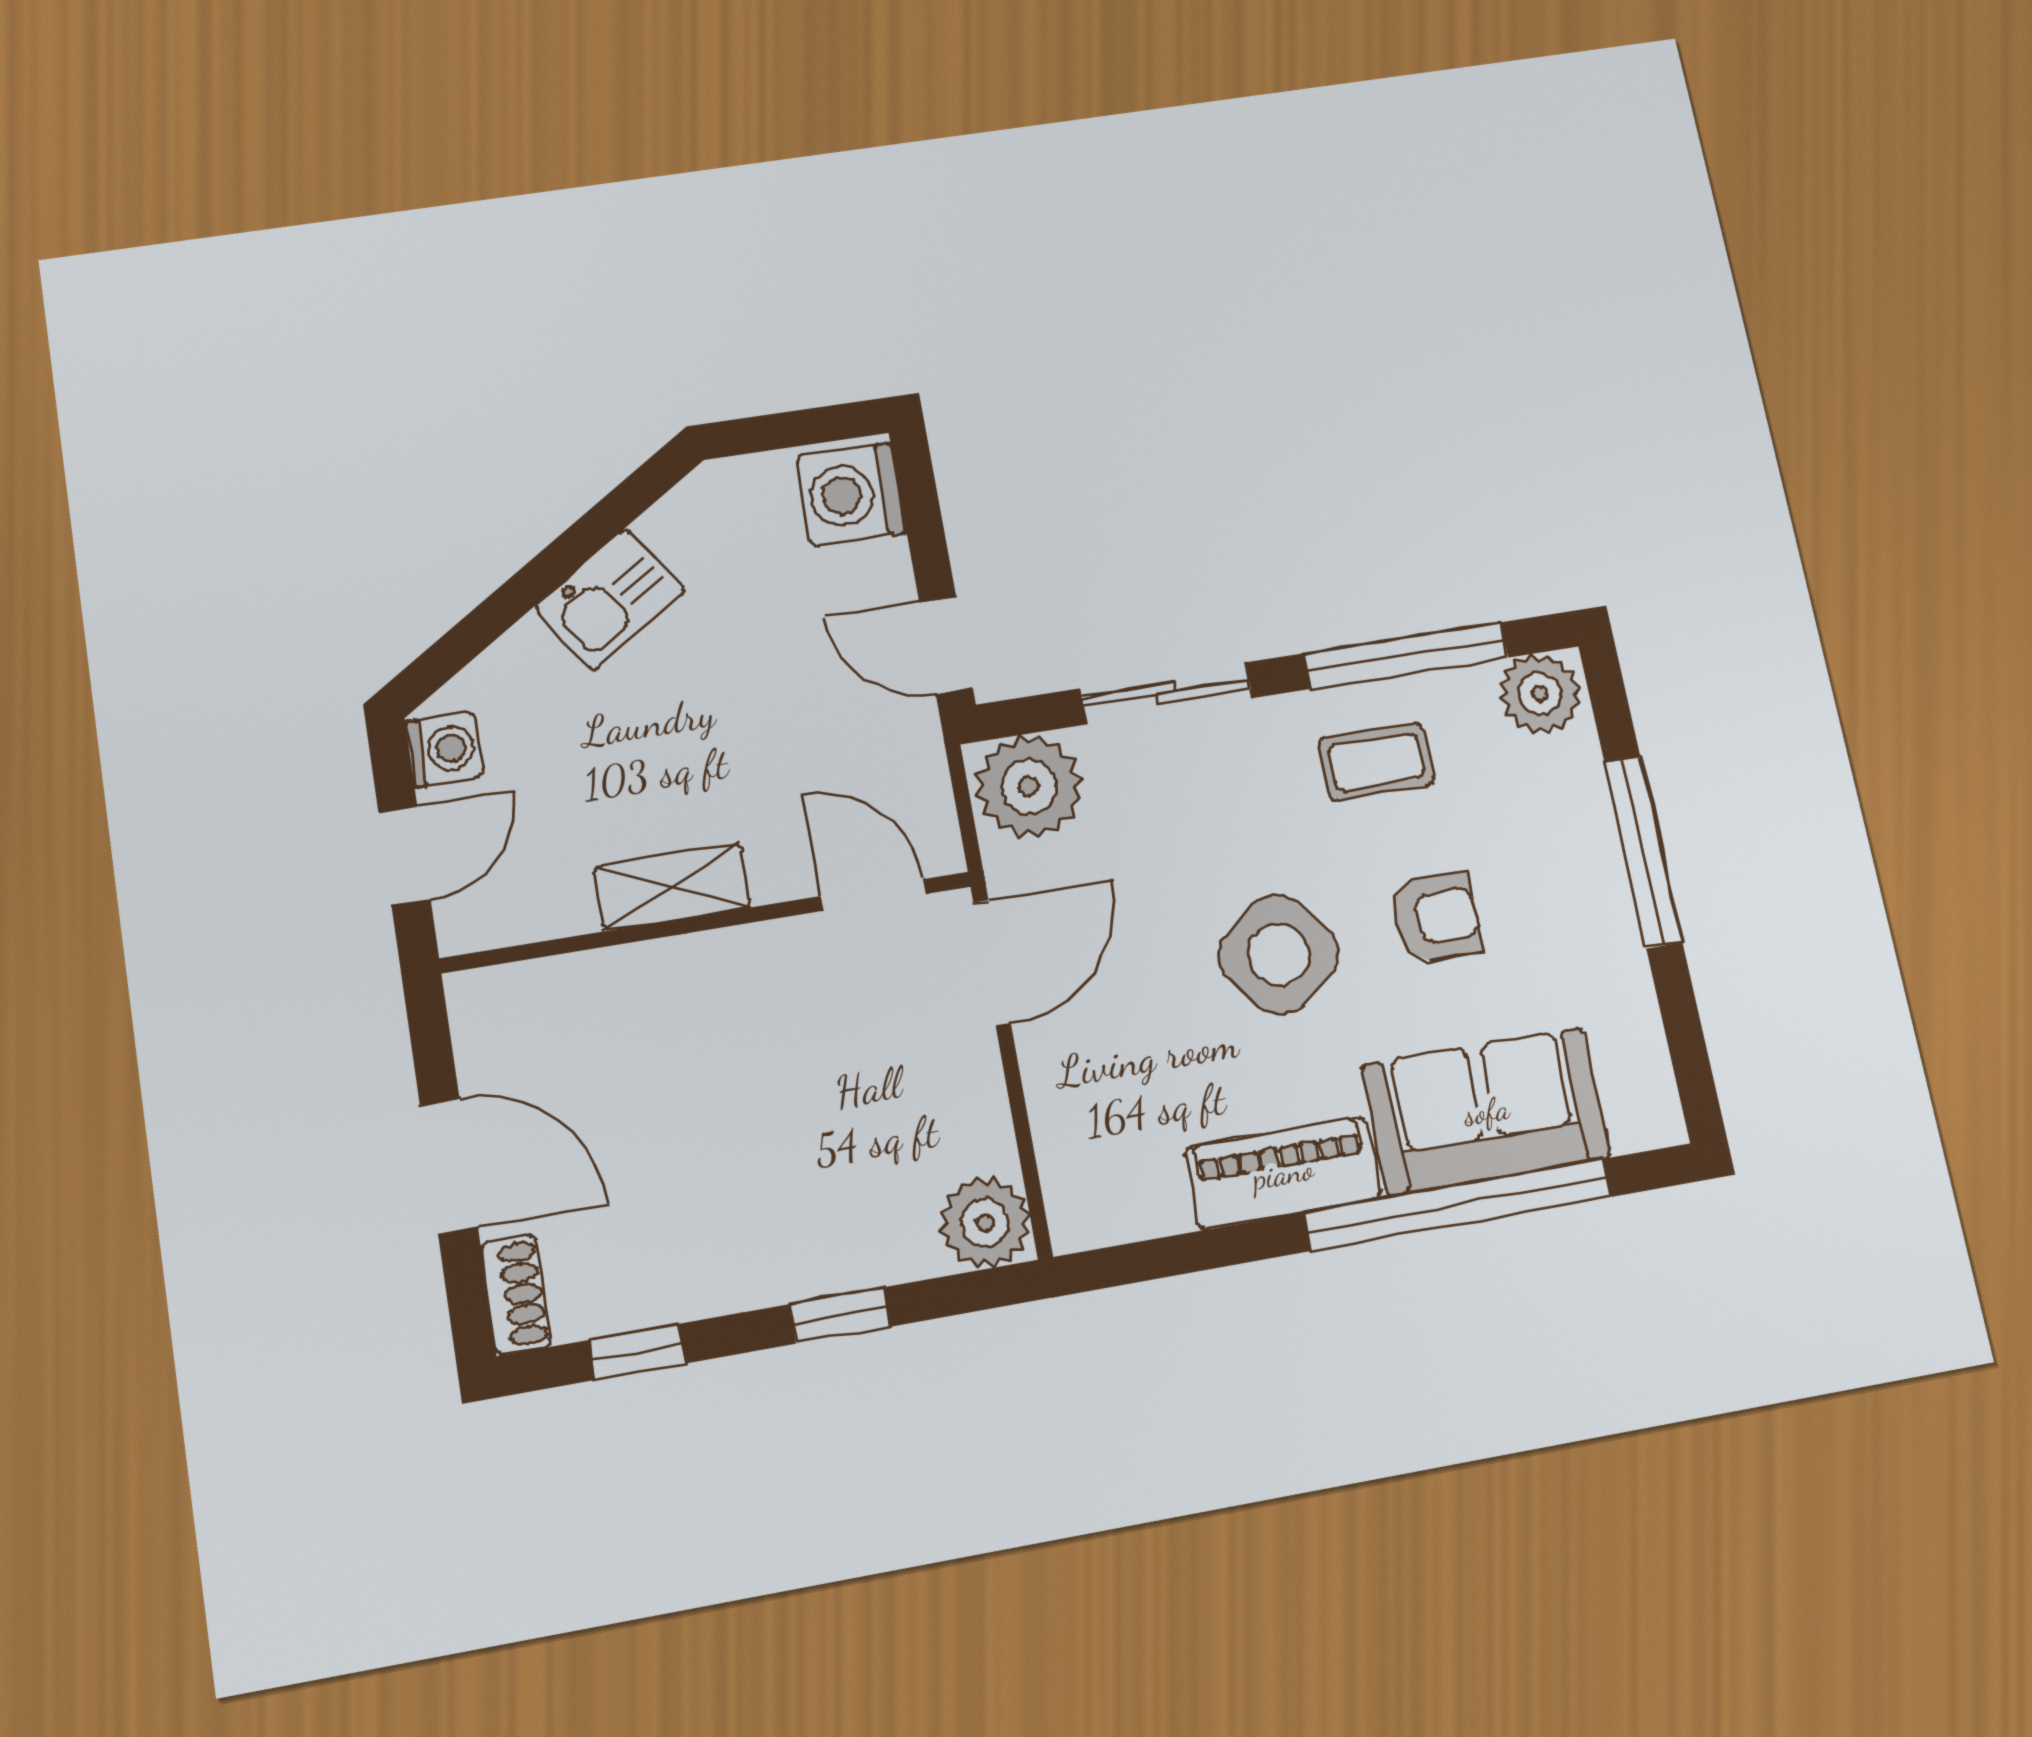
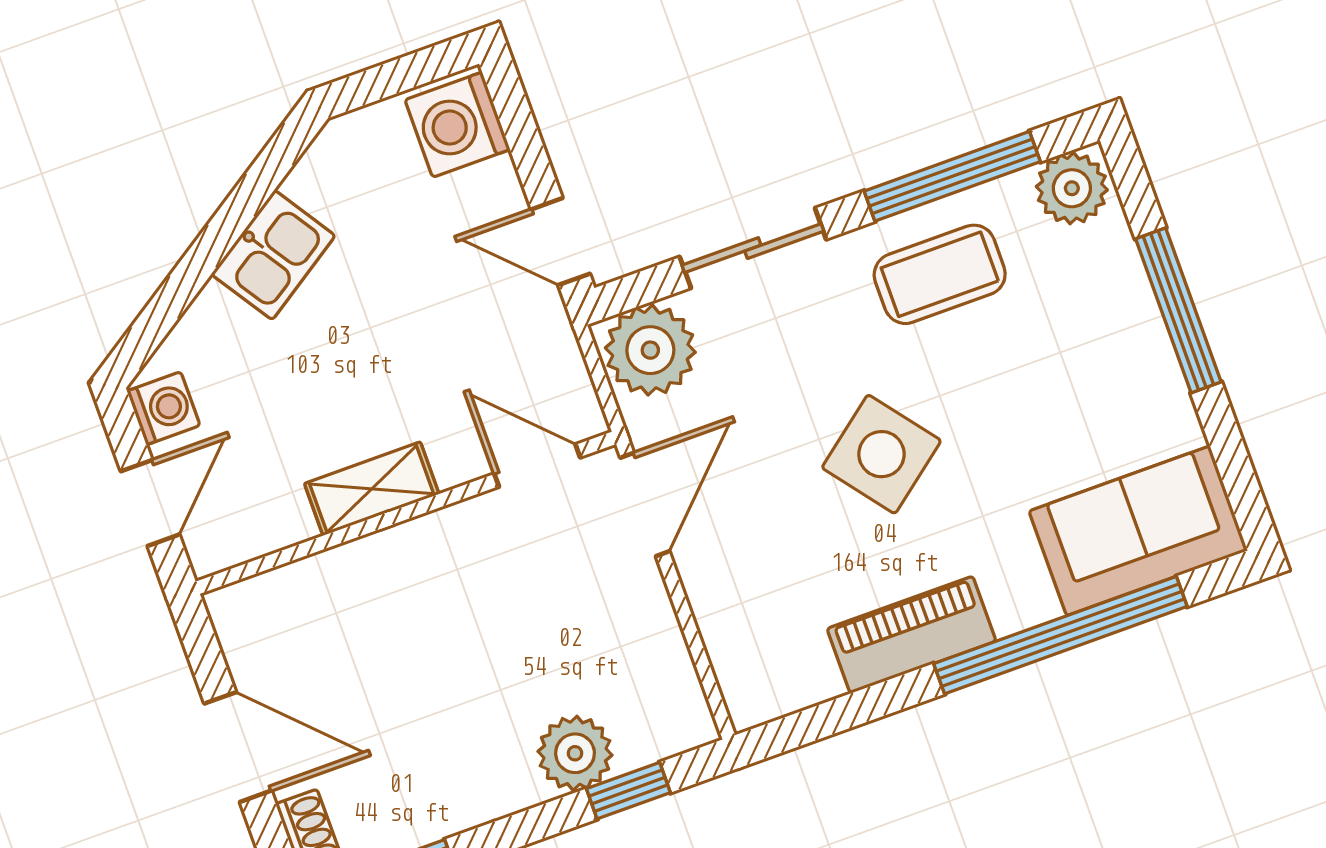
coffee table: (1376, 762) -> (940, 274), width x1.36, depth x1.30
armchair: (1436, 917) -> (1009, 399), removed
sofa: (1486, 1111) -> (1138, 531), moved
plant: (985, 1223) -> (575, 753), moved
window: (840, 1315) -> (628, 791), moved

